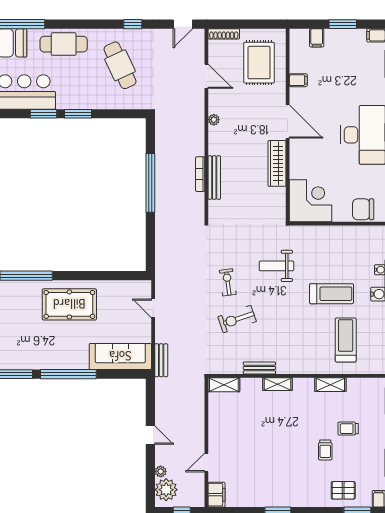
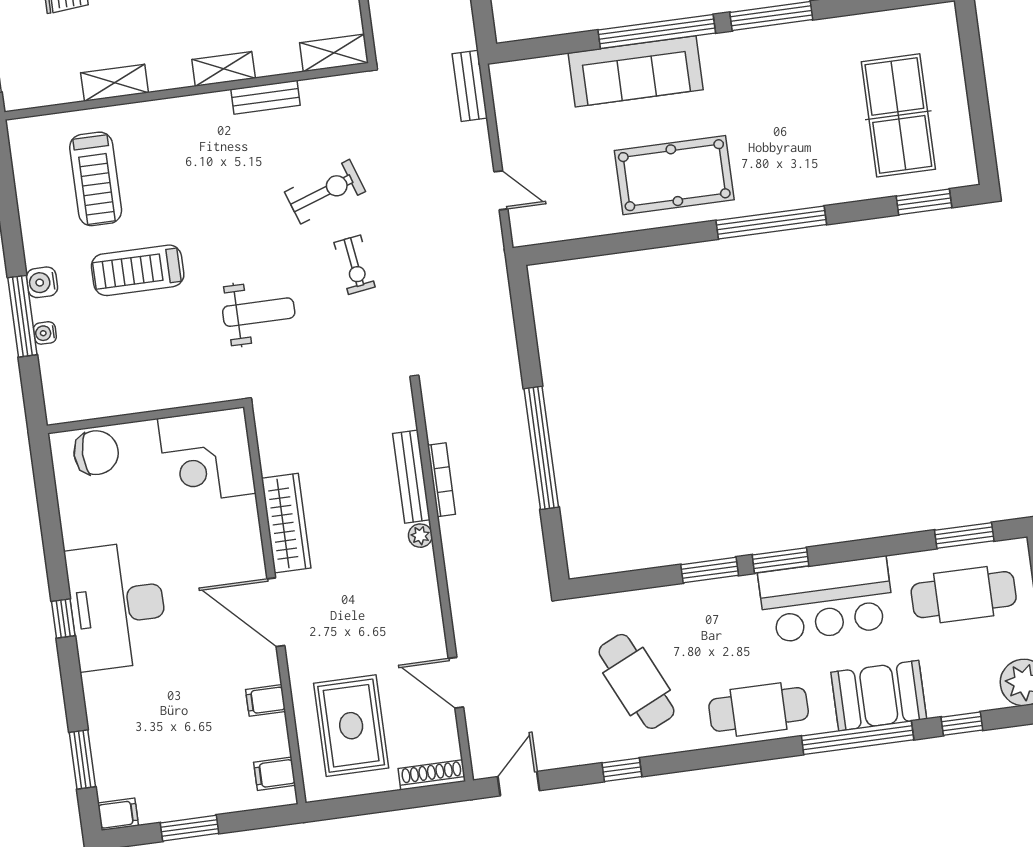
filing cabinet: (317, 38) -> (275, 774), moved, turned -90
plant: (214, 120) -> (420, 536), moved
sofa: (120, 356) -> (636, 71), moved

